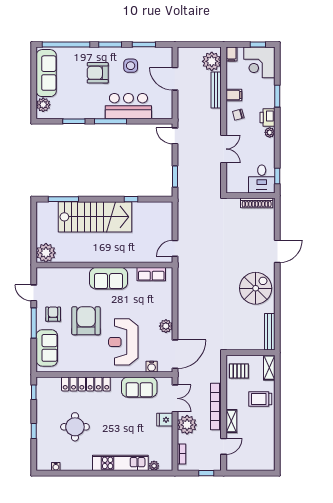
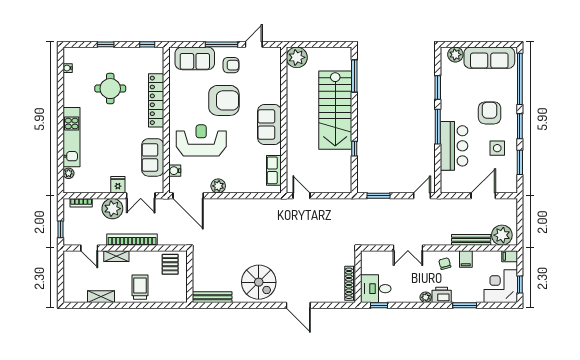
shelving: (269, 368) -> (101, 297), moved

